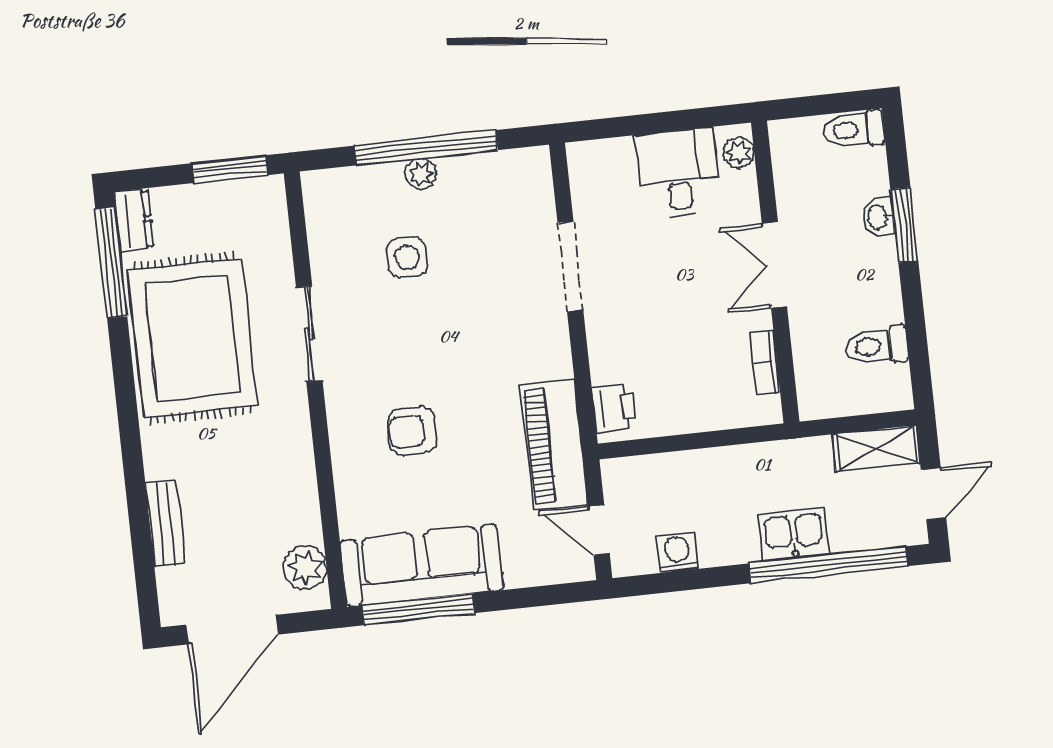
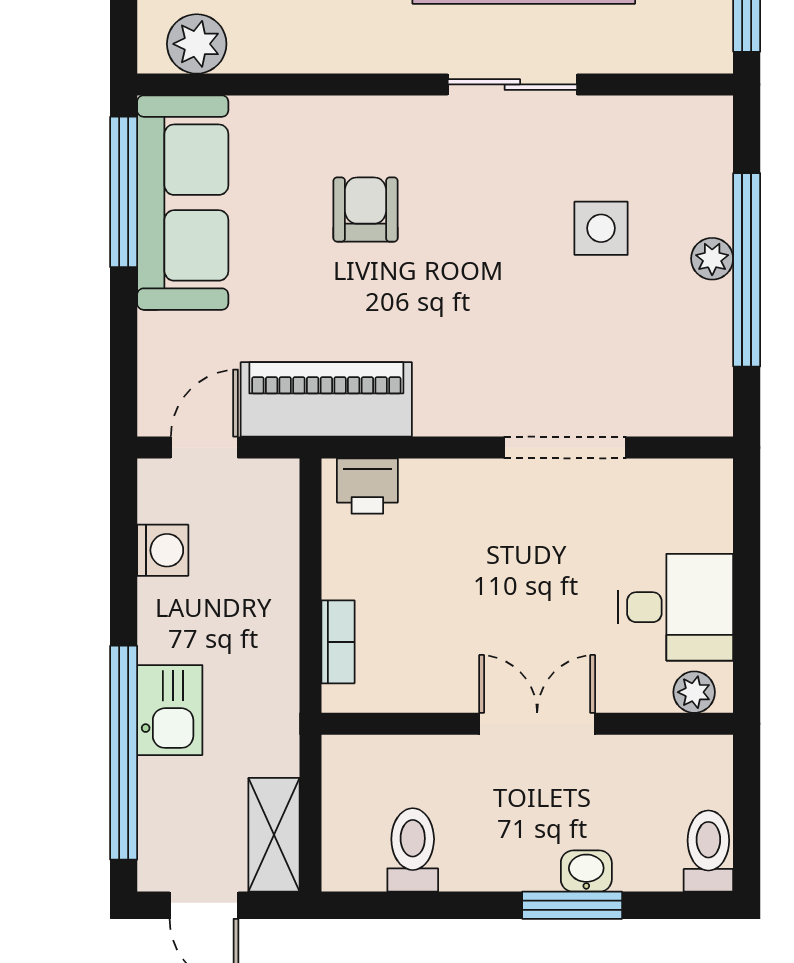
bookcase: (765, 362) -> (338, 642), moved, turned 90

